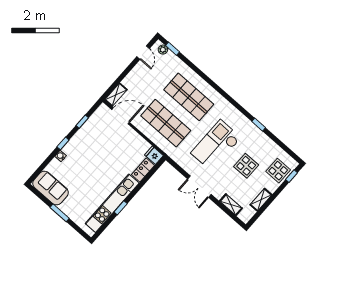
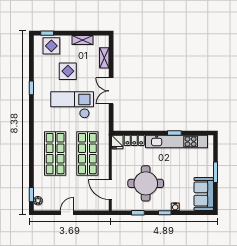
door: (143, 53) -> (67, 213), moved
shelving: (116, 95) -> (98, 206), removed
checkout: (216, 145) -> (72, 105), turned 180
round table: (100, 149) -> (146, 183), added
double door: (199, 187) -> (111, 91), swing flipped

